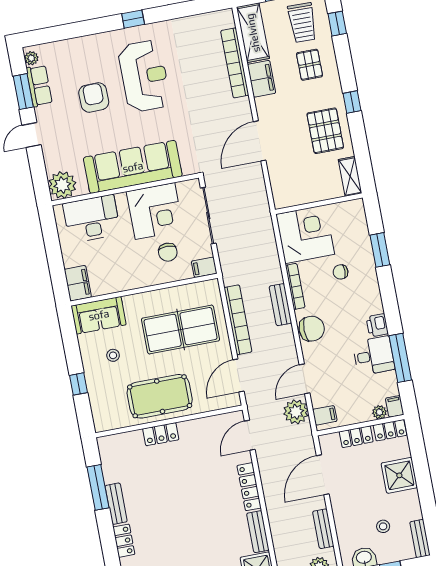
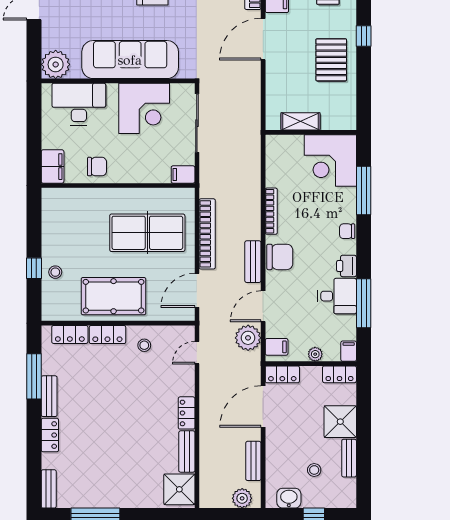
door: (260, 141) -> (263, 39), moved
shelving: (350, 176) -> (300, 121), moved, turned 90
corner desk: (305, 234) -> (330, 160), moved, turned 180
window: (380, 250) -> (364, 191), width x1.44
chair: (168, 252) -> (97, 167), moved, turned -90
chair: (341, 272) -> (347, 231), moved
bench: (280, 305) -> (253, 262), moved
sofa: (99, 315) -> (67, 203), removed
stool: (113, 355) -> (55, 272), moved
plant: (379, 412) -> (315, 354), moved
door: (250, 435) -> (197, 353), width x0.73
locker: (356, 437) -> (282, 374), moved
stool: (198, 438) -> (144, 345), added
locker: (125, 441) -> (70, 334), added
locker: (249, 487) -> (187, 413), width x0.66
bench: (420, 538) -> (349, 458), moved

